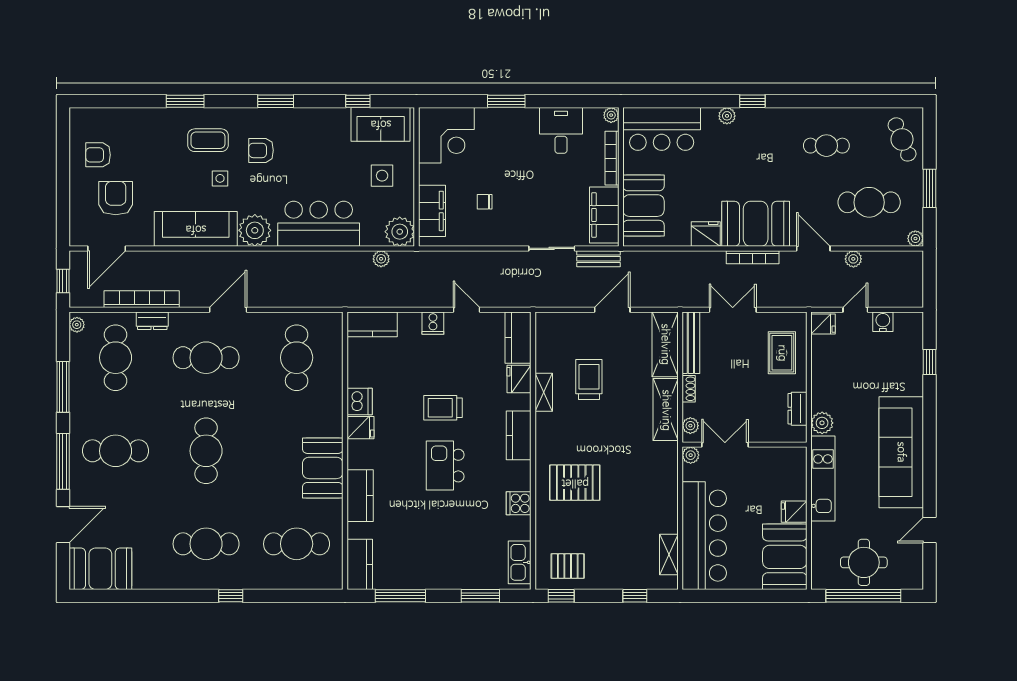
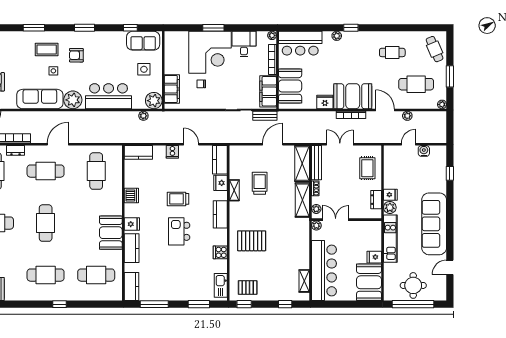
corner desk: (446, 135) -> (210, 52), moved, width x1.36, depth x1.36
fridge: (823, 324) -> (390, 195), moved
fridge: (360, 428) -> (132, 224), moved

